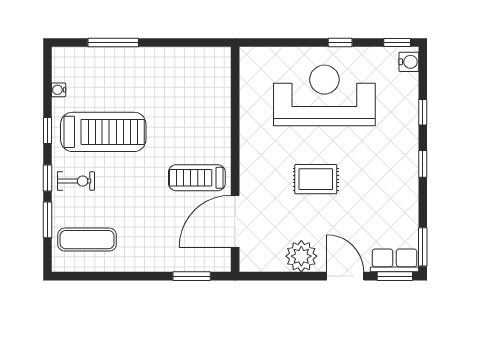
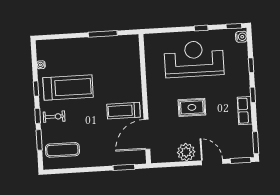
window: (113, 43) -> (103, 34), moved
row of seats: (395, 260) -> (245, 111), moved, turned -90

